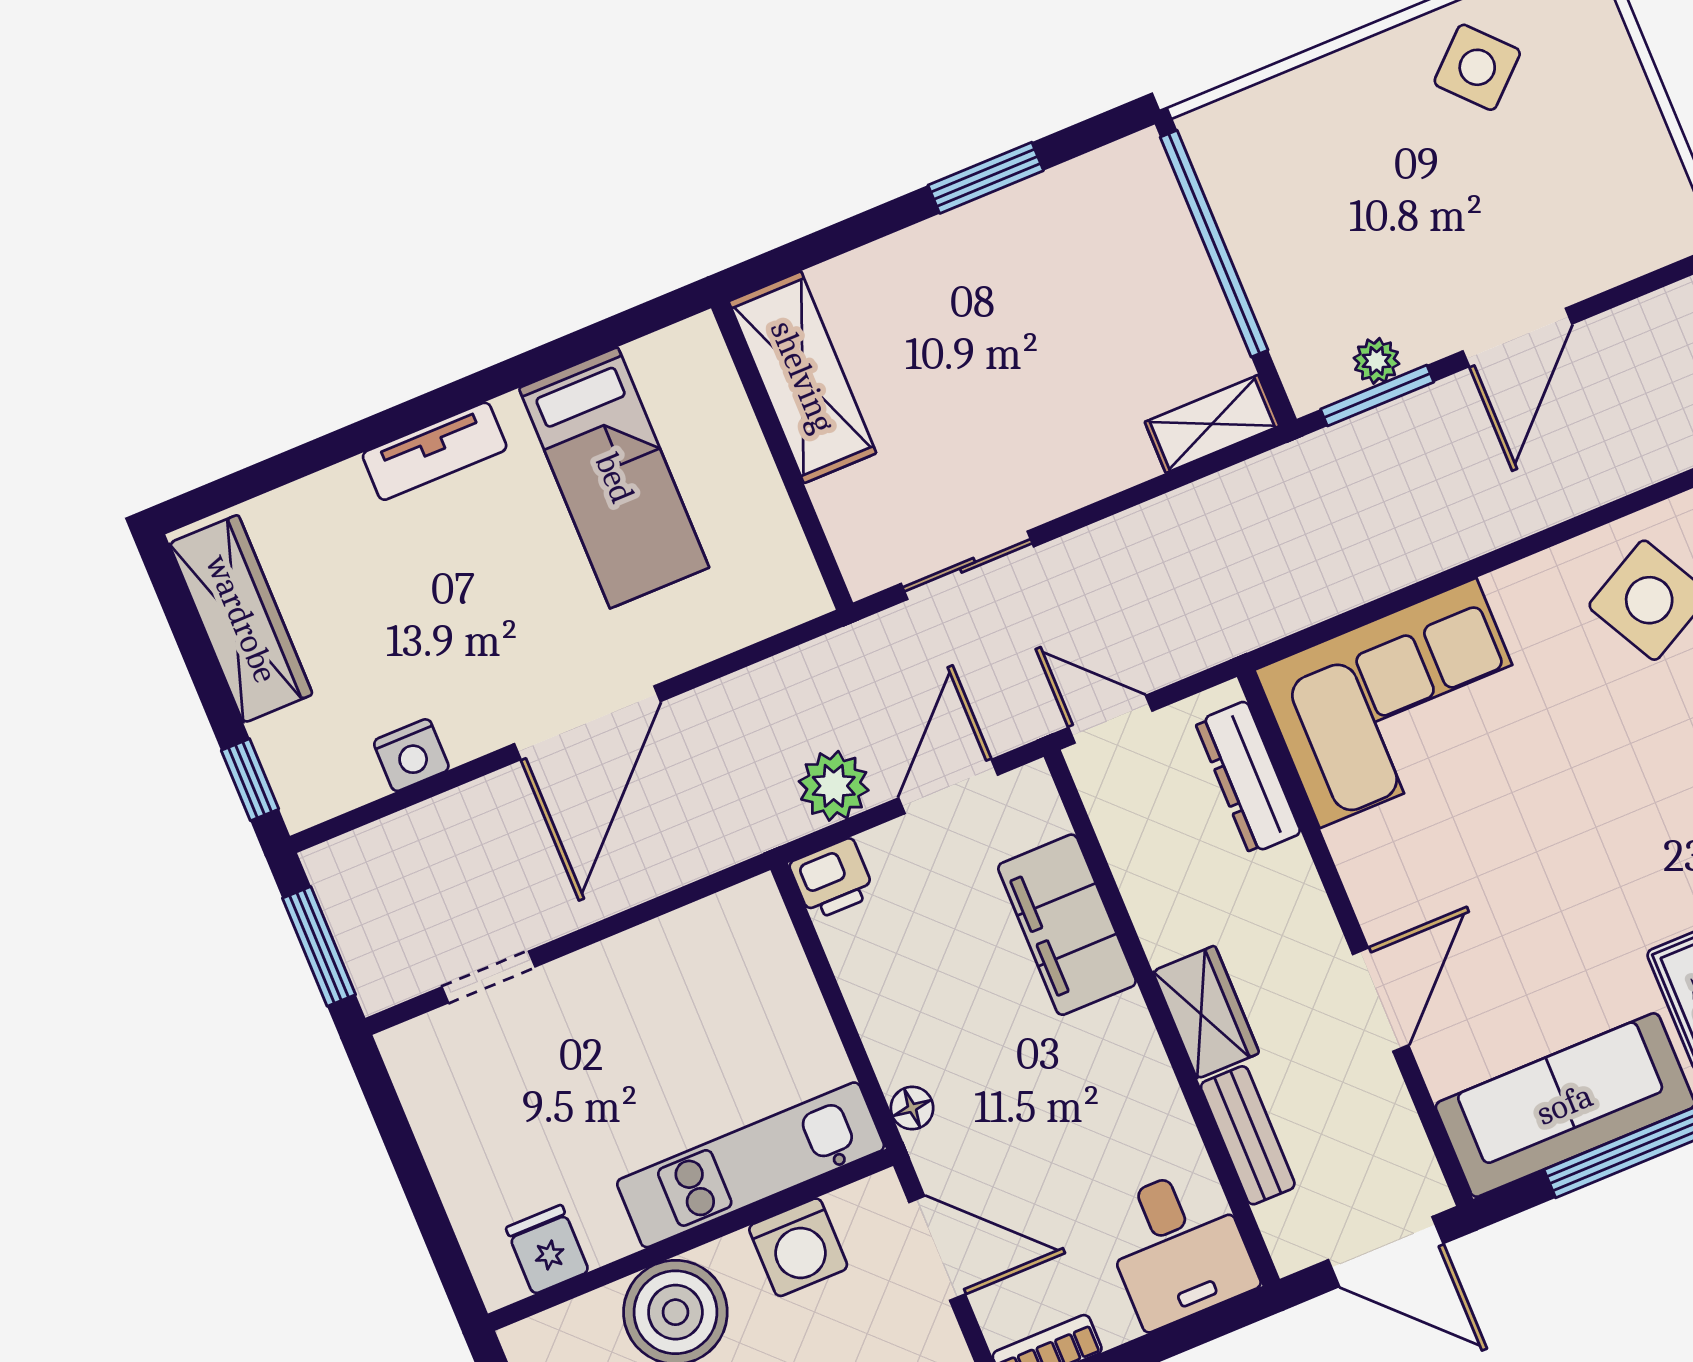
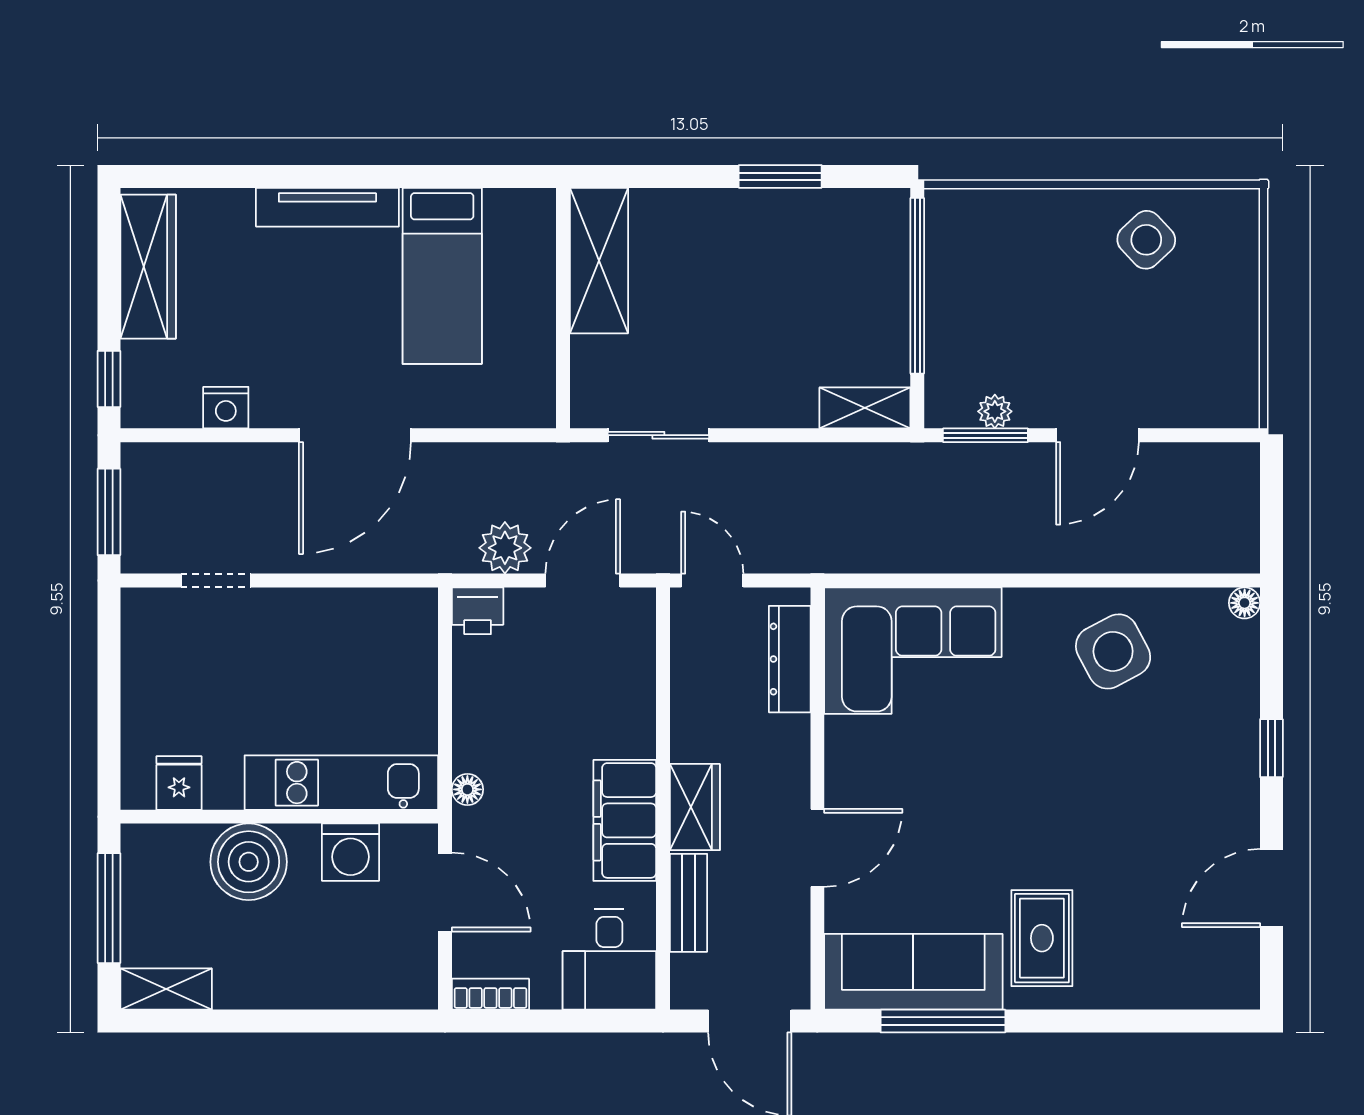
tv unit: (435, 451) -> (327, 207), width x1.41
filing cabinet: (1067, 925) -> (625, 820), moved

